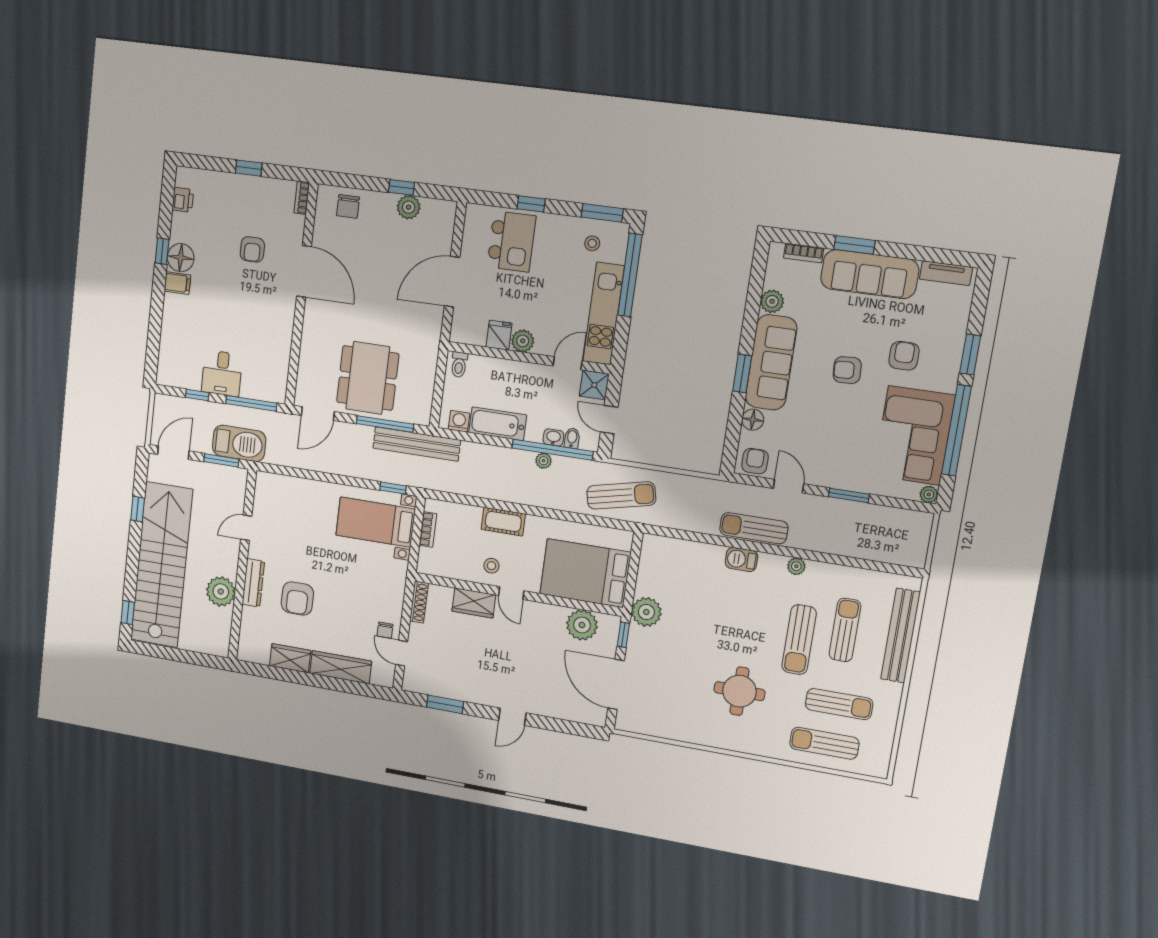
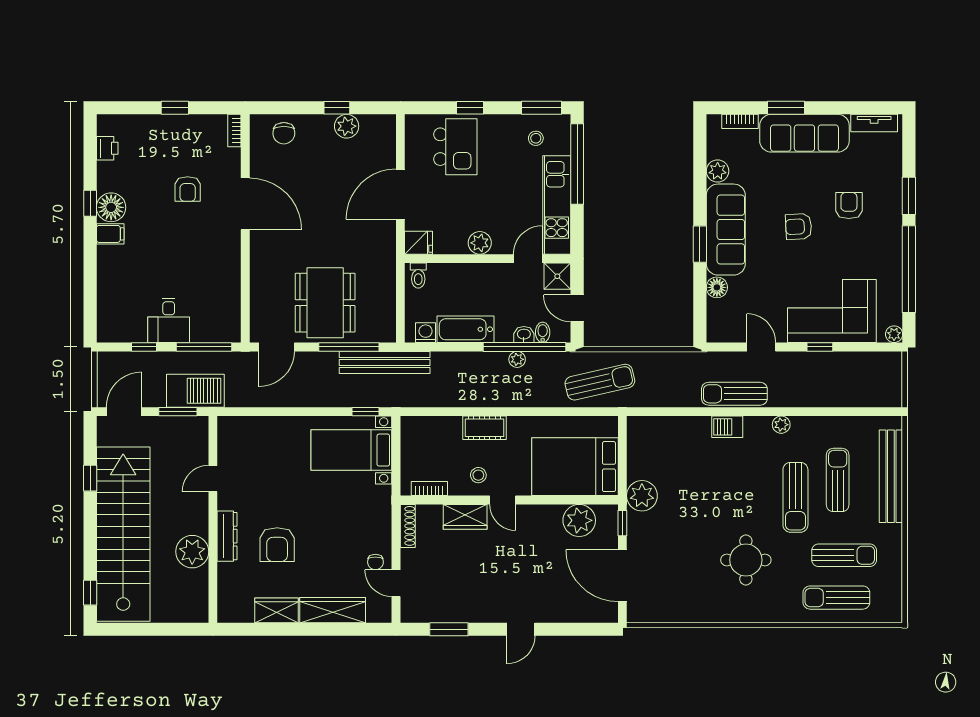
fridge: (499, 335) -> (418, 243), moved, turned 90
corner sofa: (914, 435) -> (832, 311), moved, turned 90
armchair: (755, 461) -> (725, 328), removed
window: (849, 495) -> (820, 347), width x0.67
bookcase: (428, 529) -> (429, 488), moved, turned -90

